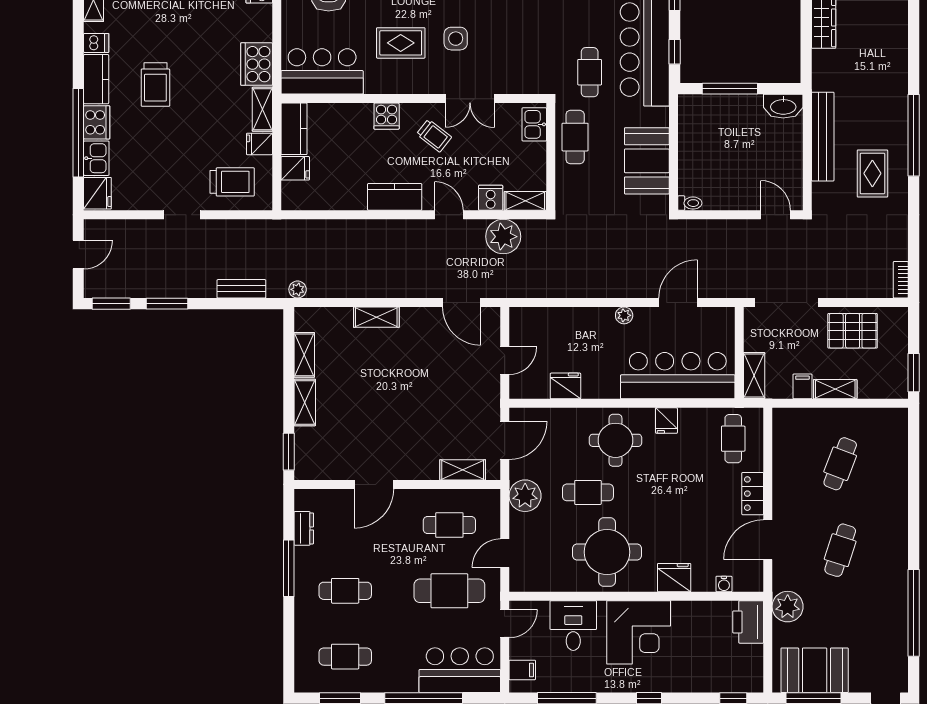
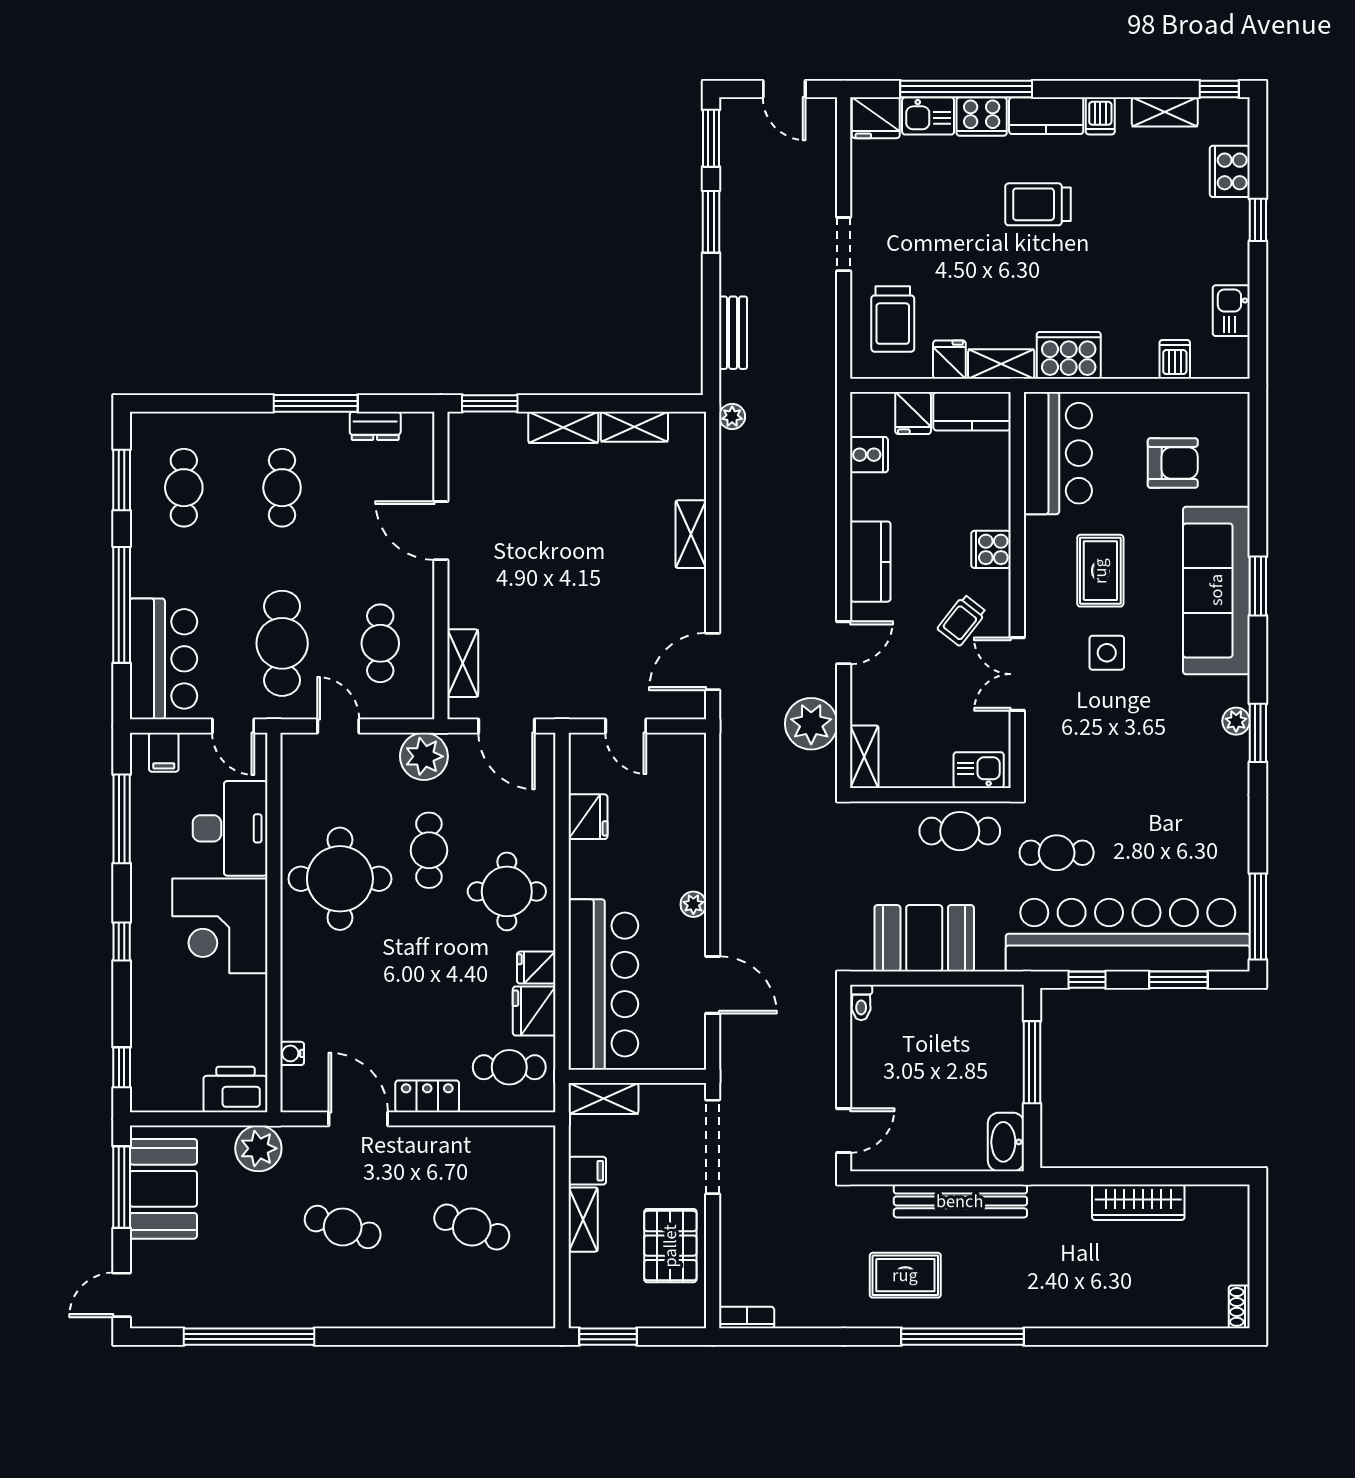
cooker: (491, 198) -> (869, 455), moved
fridge: (674, 578) -> (534, 1011), moved, turned 180
desk: (573, 626) -> (230, 828), width x1.37

